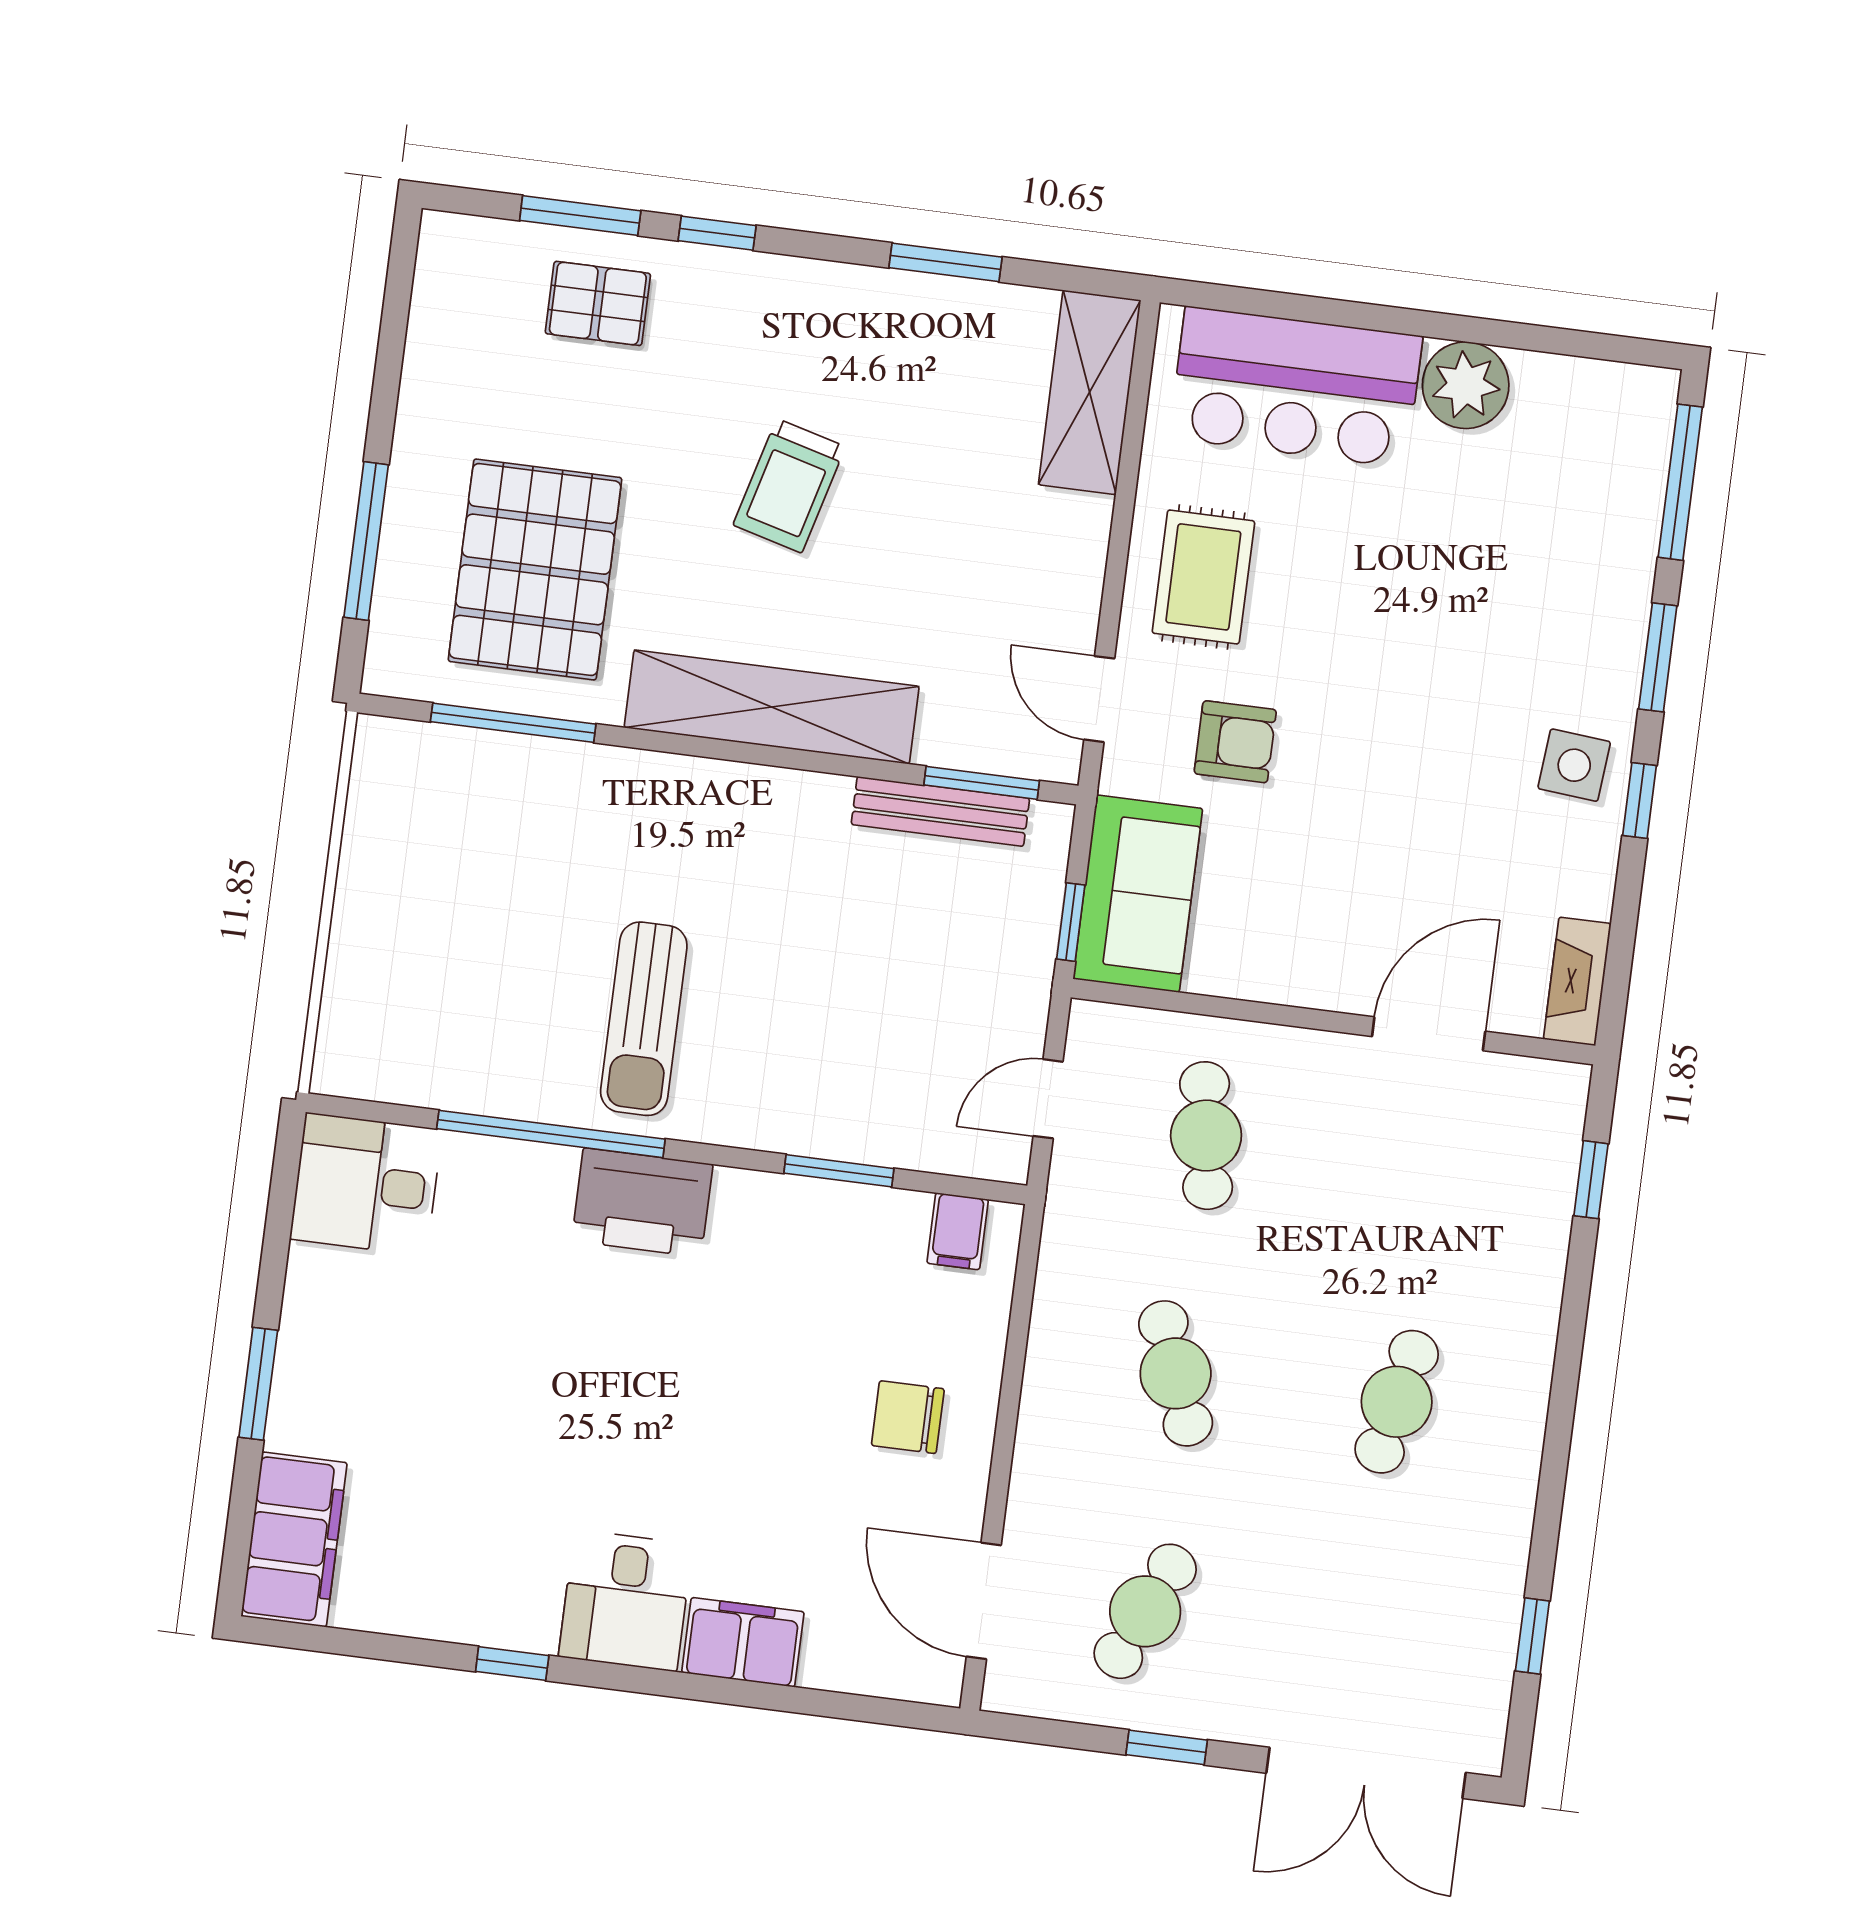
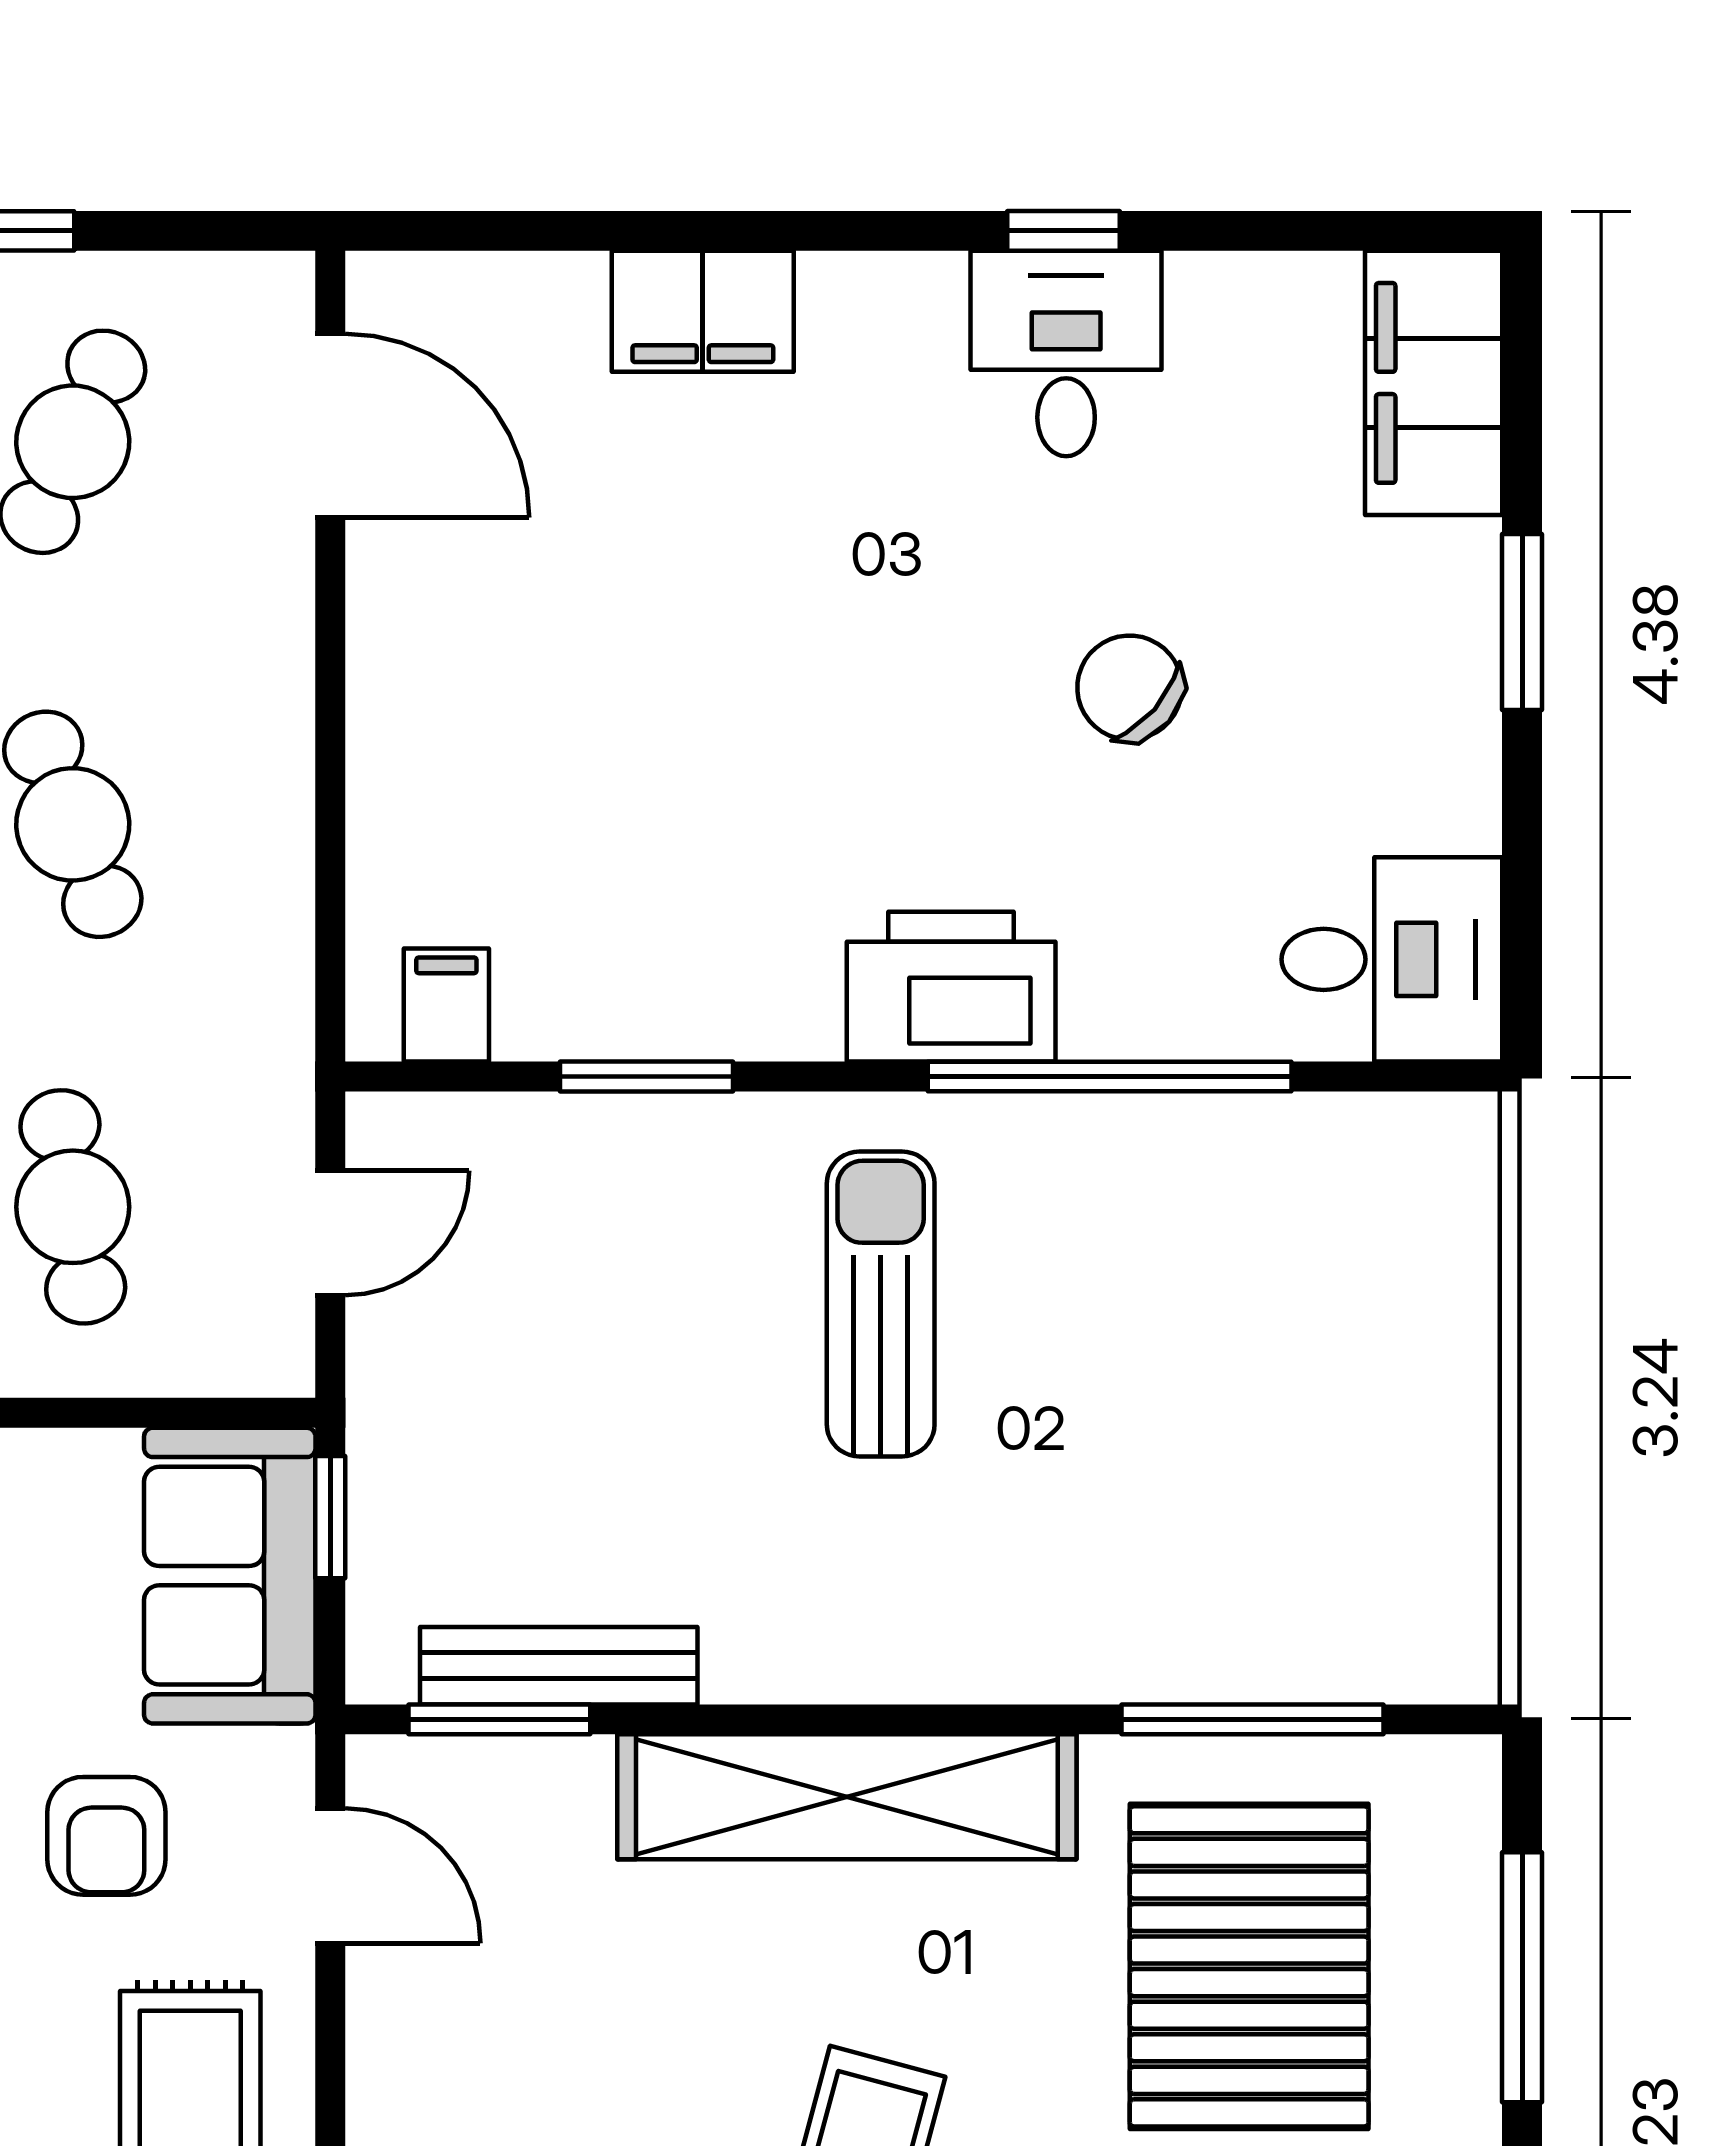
armchair: (1235, 742) -> (106, 1836), turned -90
sun lounger: (644, 1019) -> (881, 1304), moved
chair: (908, 1417) -> (1130, 688), moved, turned -139
desk: (626, 1601) -> (1066, 354), moved

